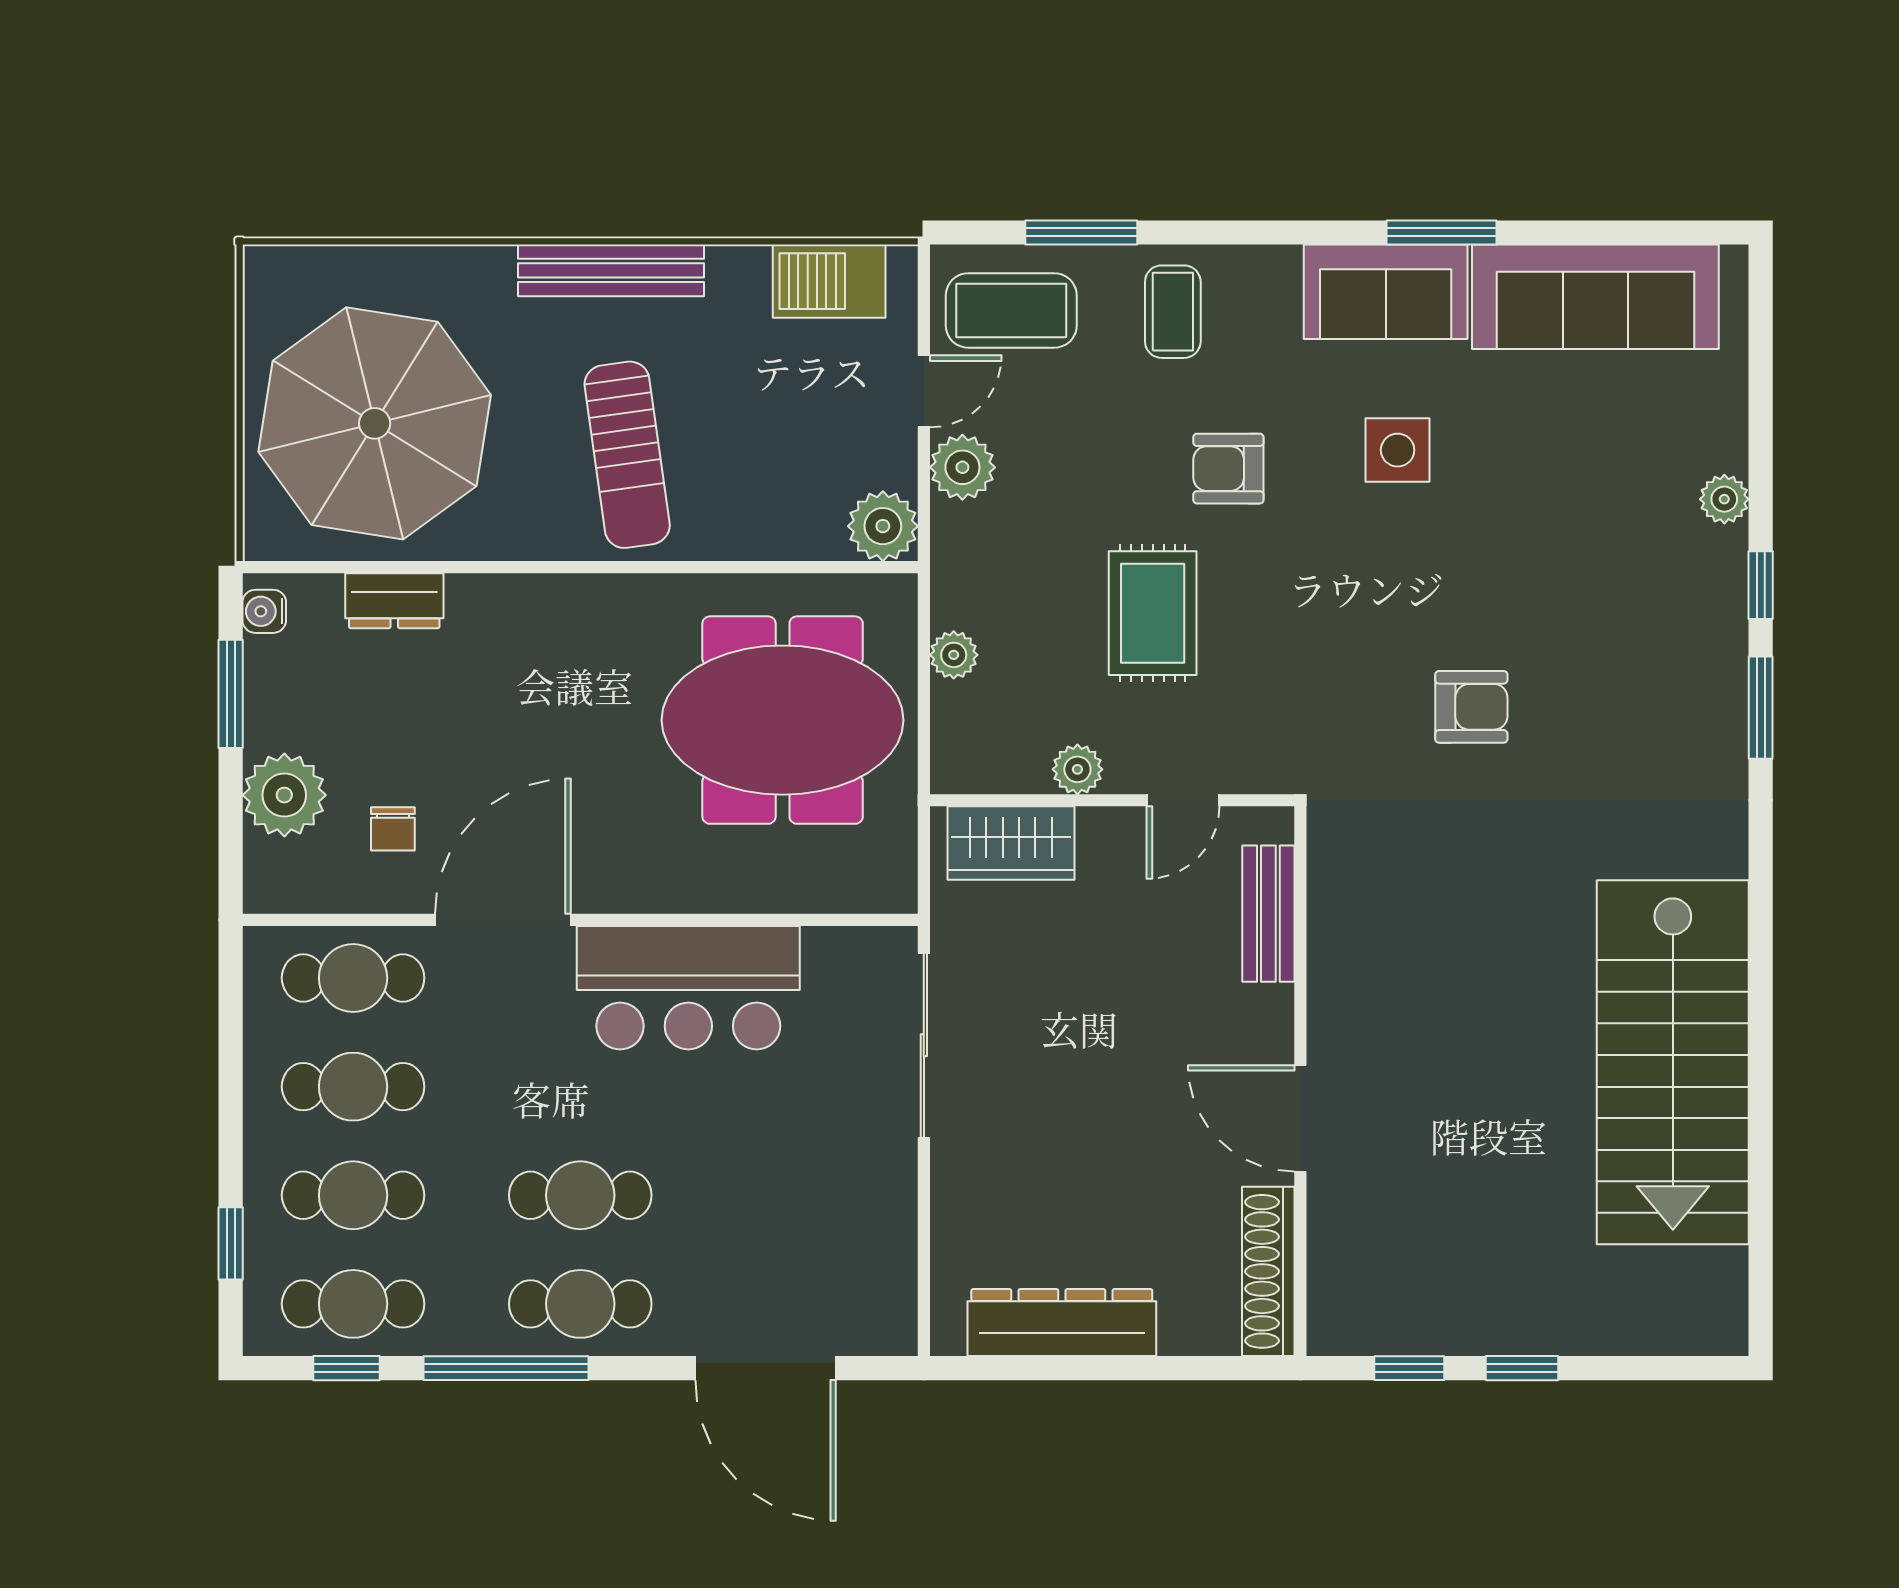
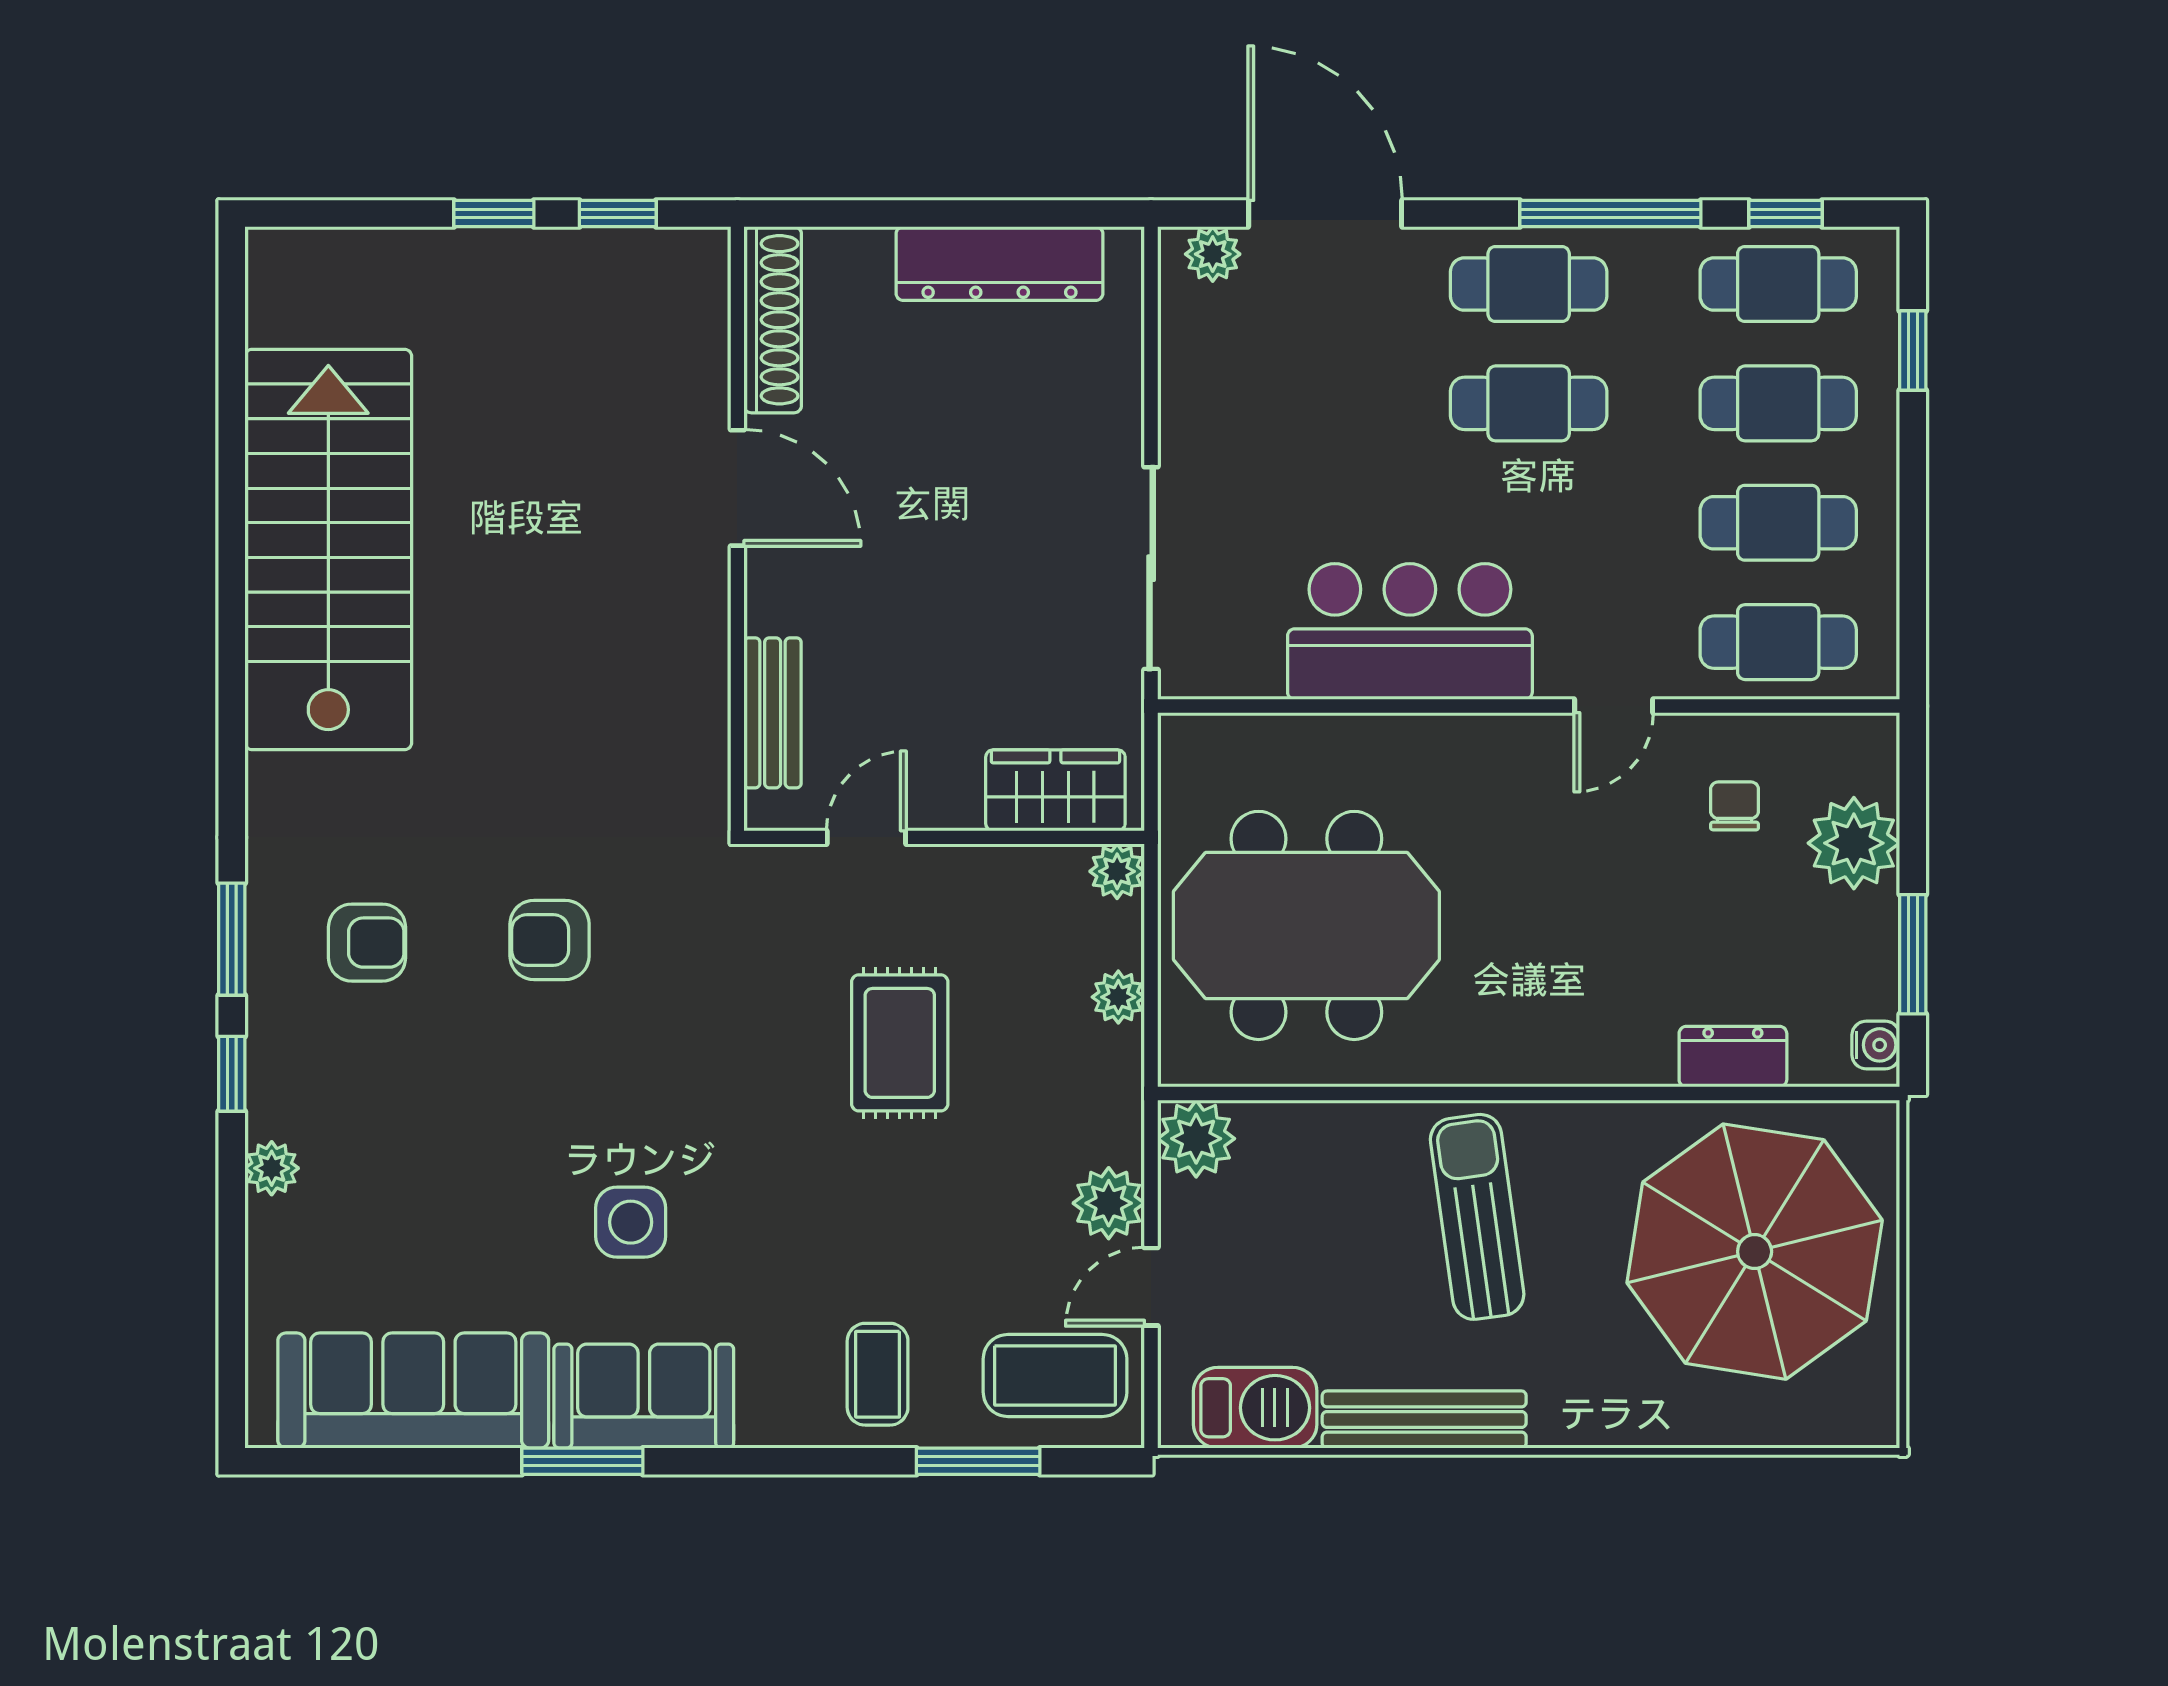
bench: (611, 270) -> (1424, 1420), moved
armchair: (1228, 469) -> (367, 943), moved
plant: (1077, 769) -> (1117, 871), moved
door: (503, 920) -> (1614, 706), width x0.53
plant: (868, 1331) -> (1213, 254), added

